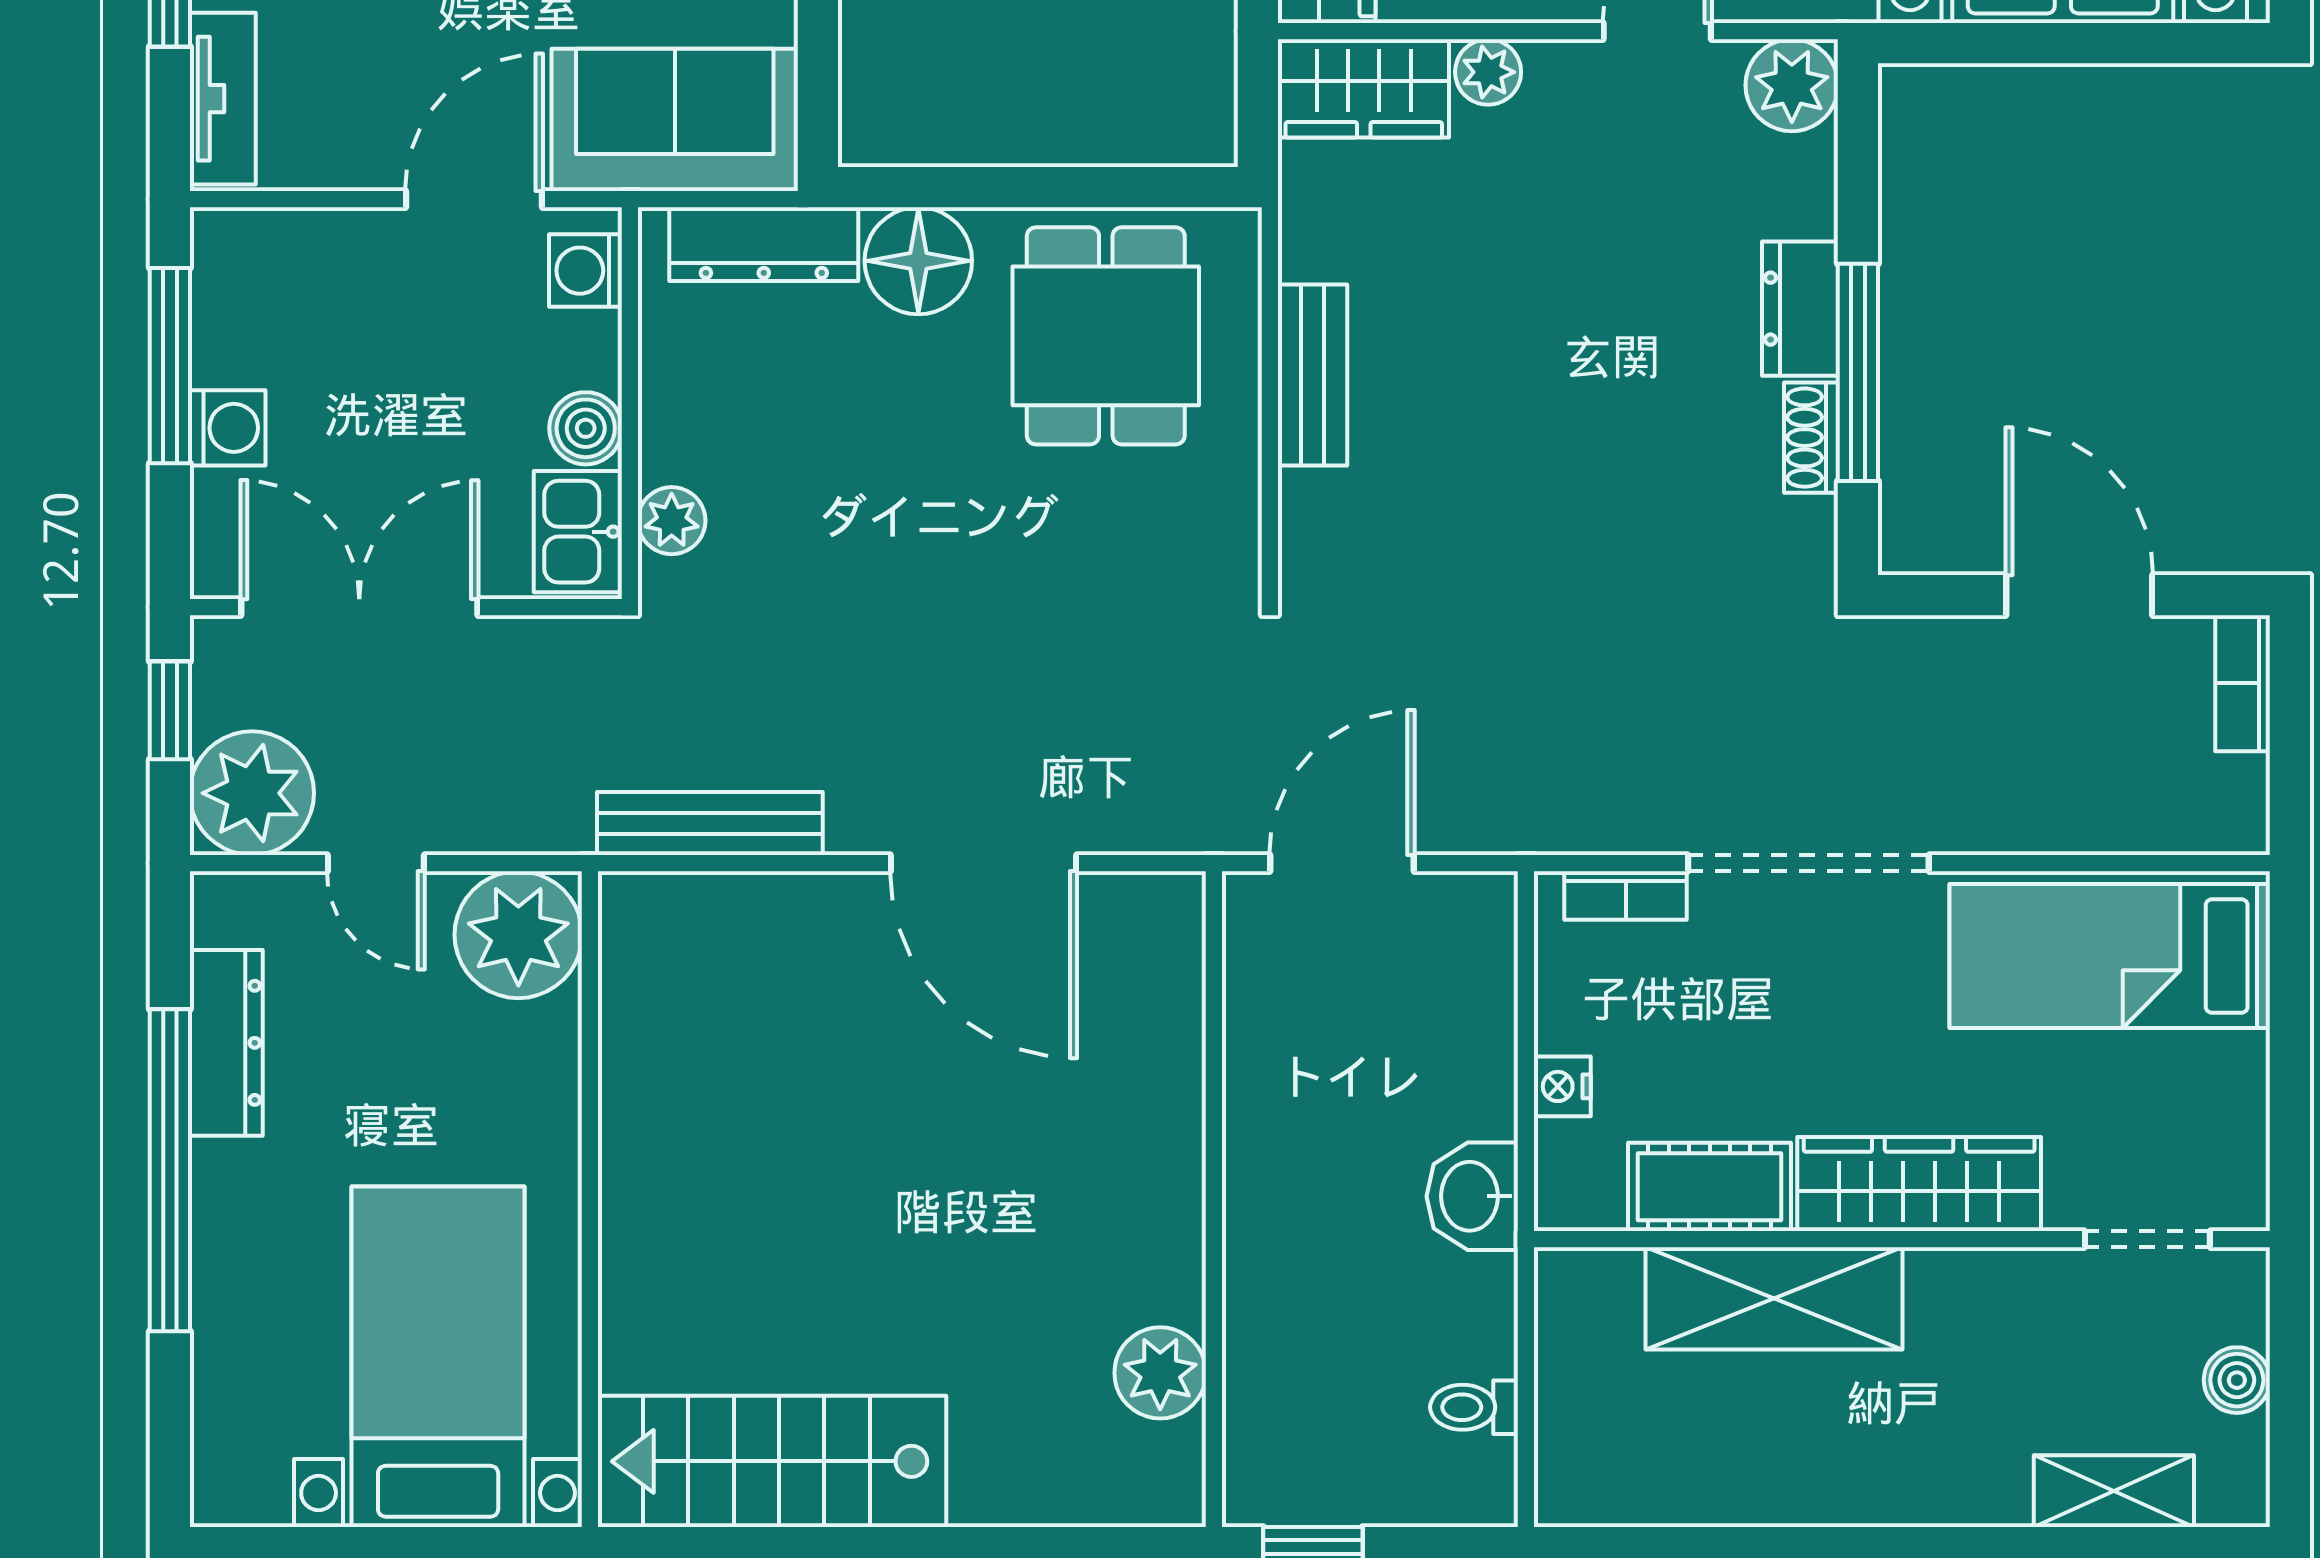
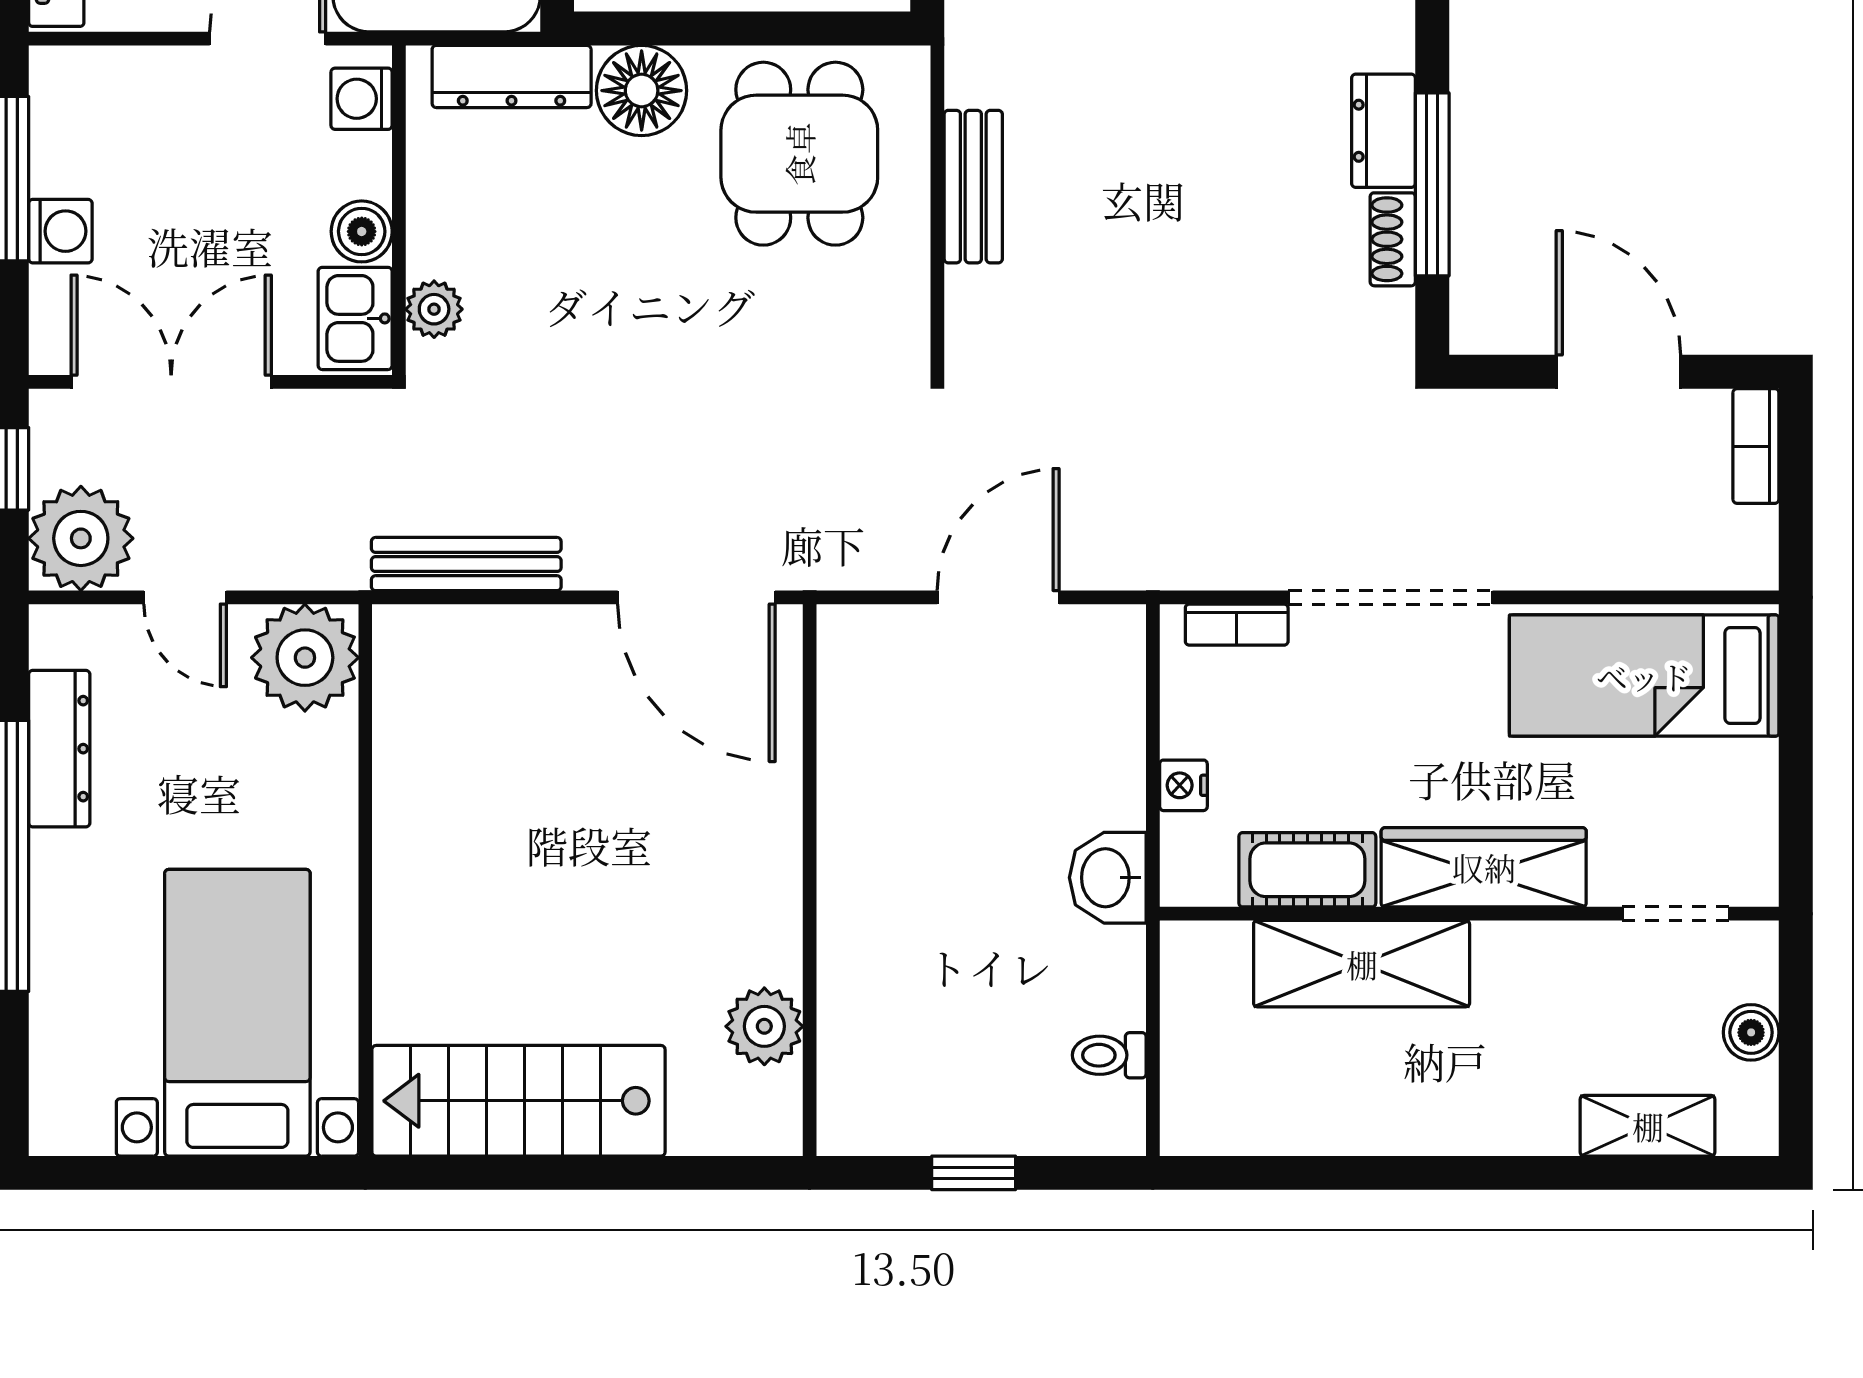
wall: (1214, 1199) -> (810, 880), moved
plant: (1160, 1373) -> (764, 1026), moved

